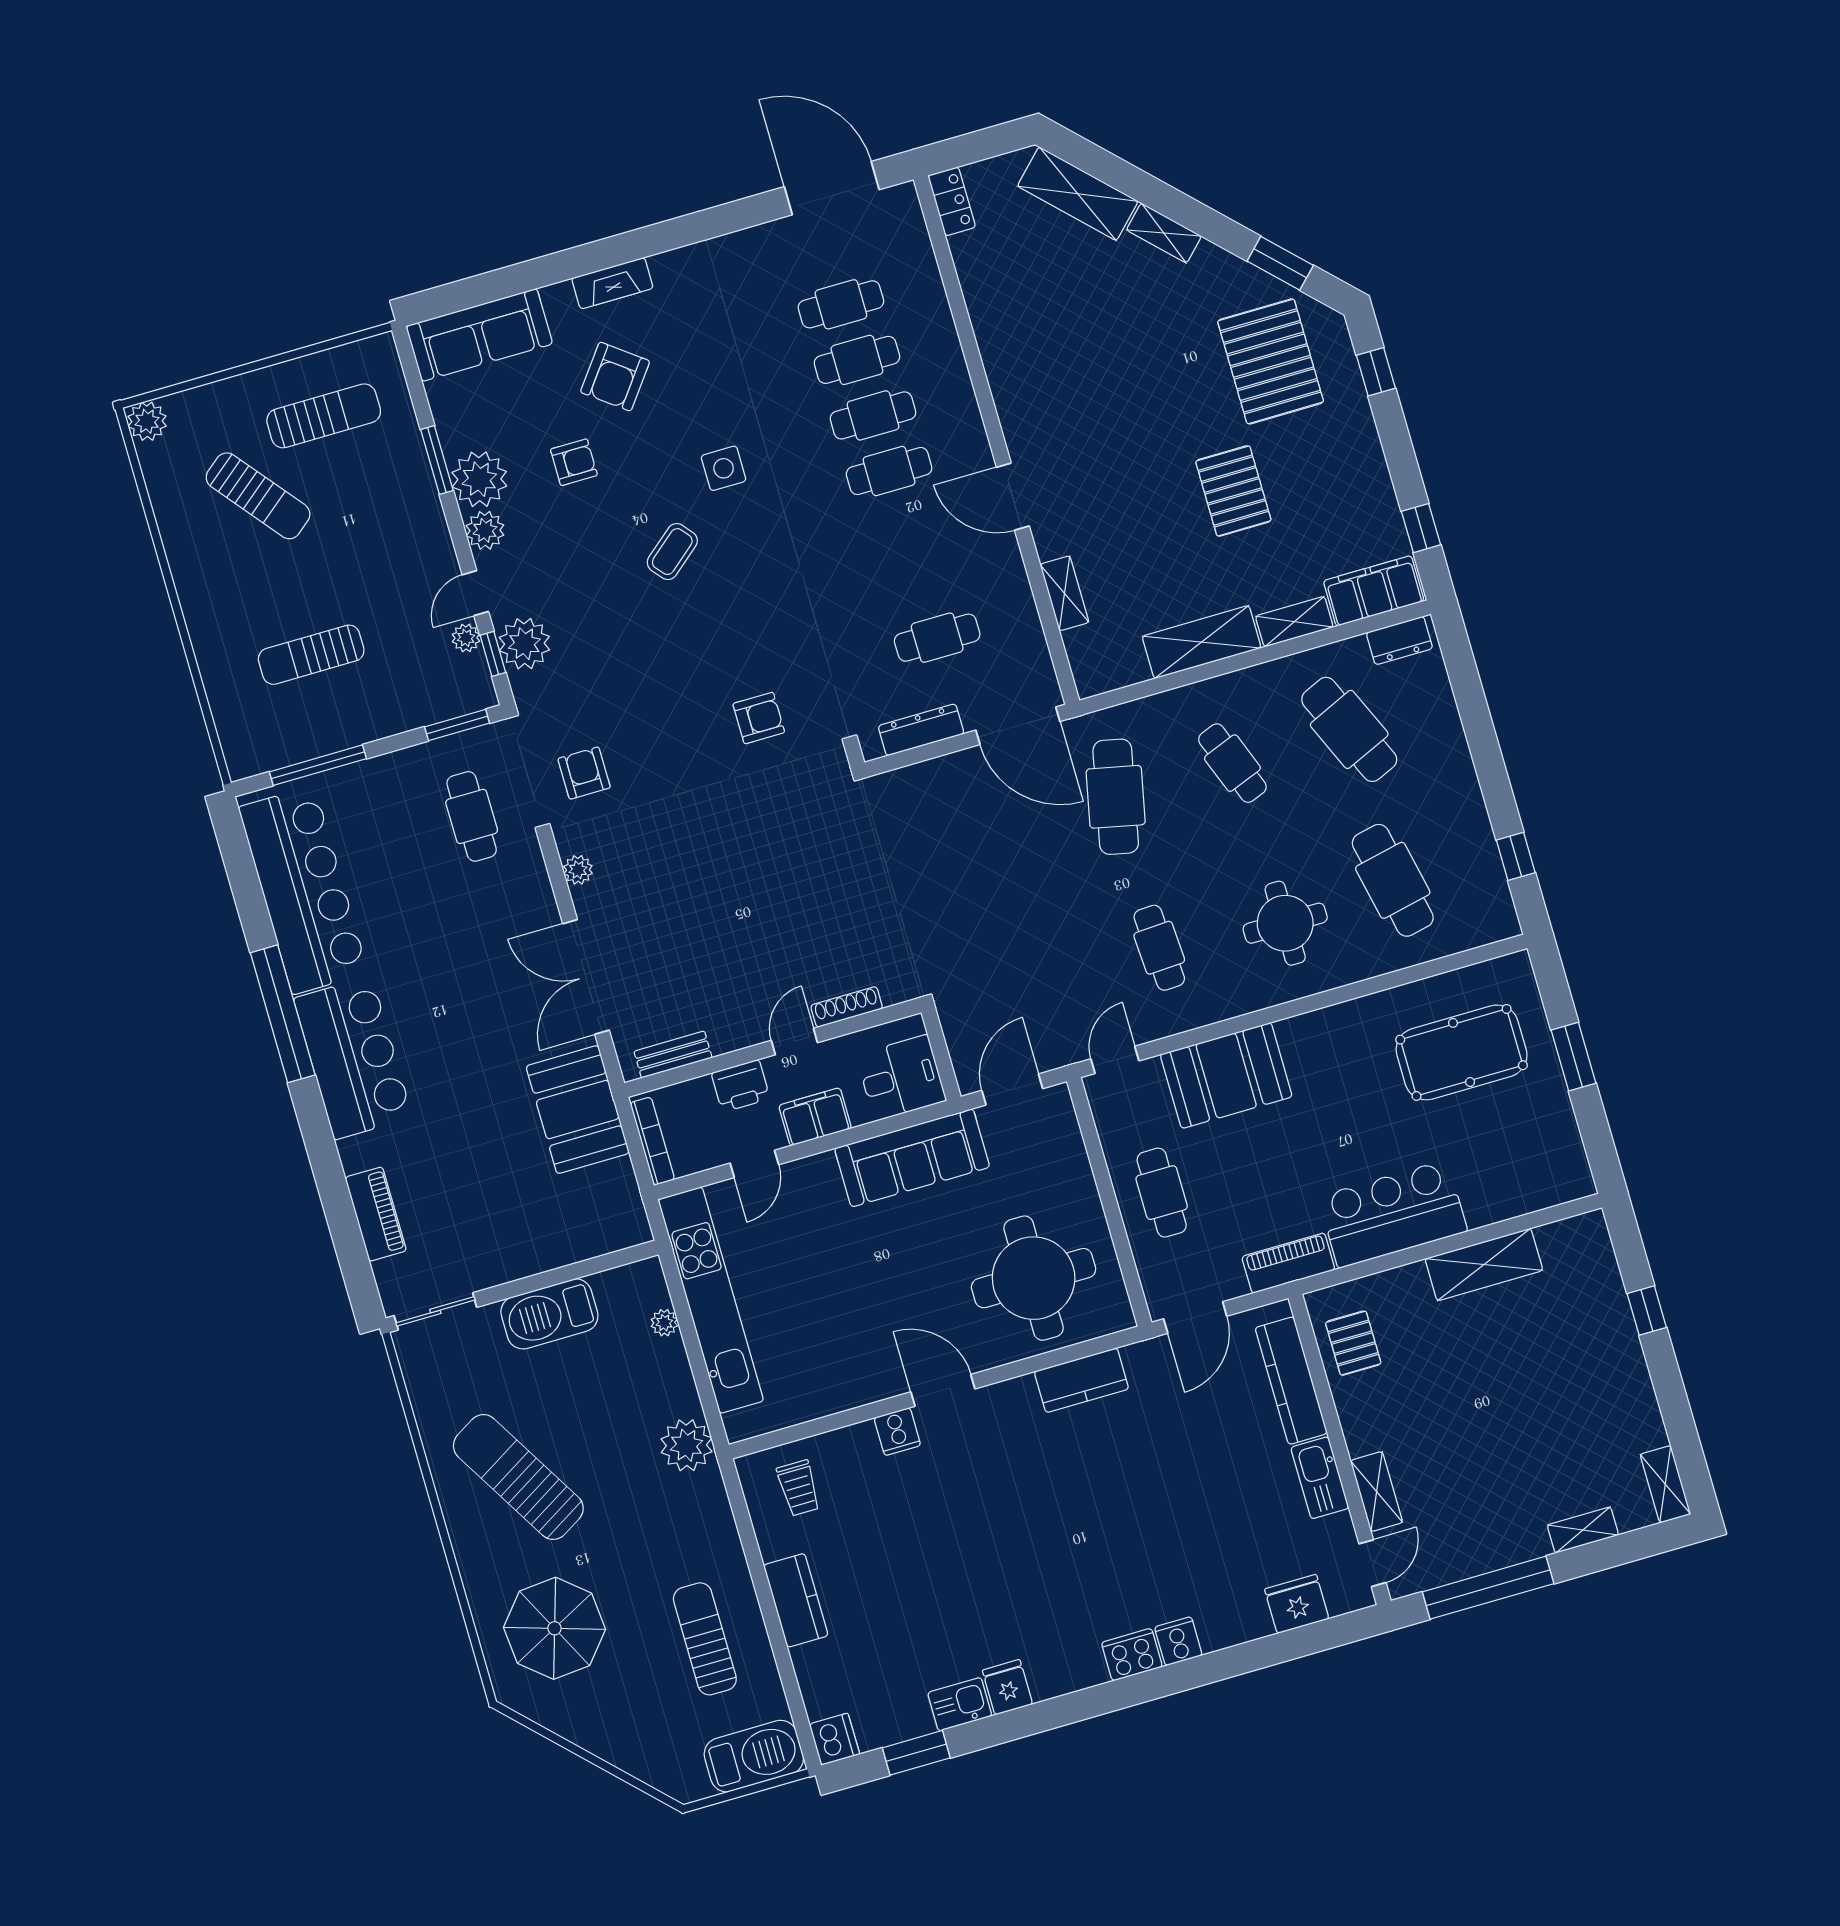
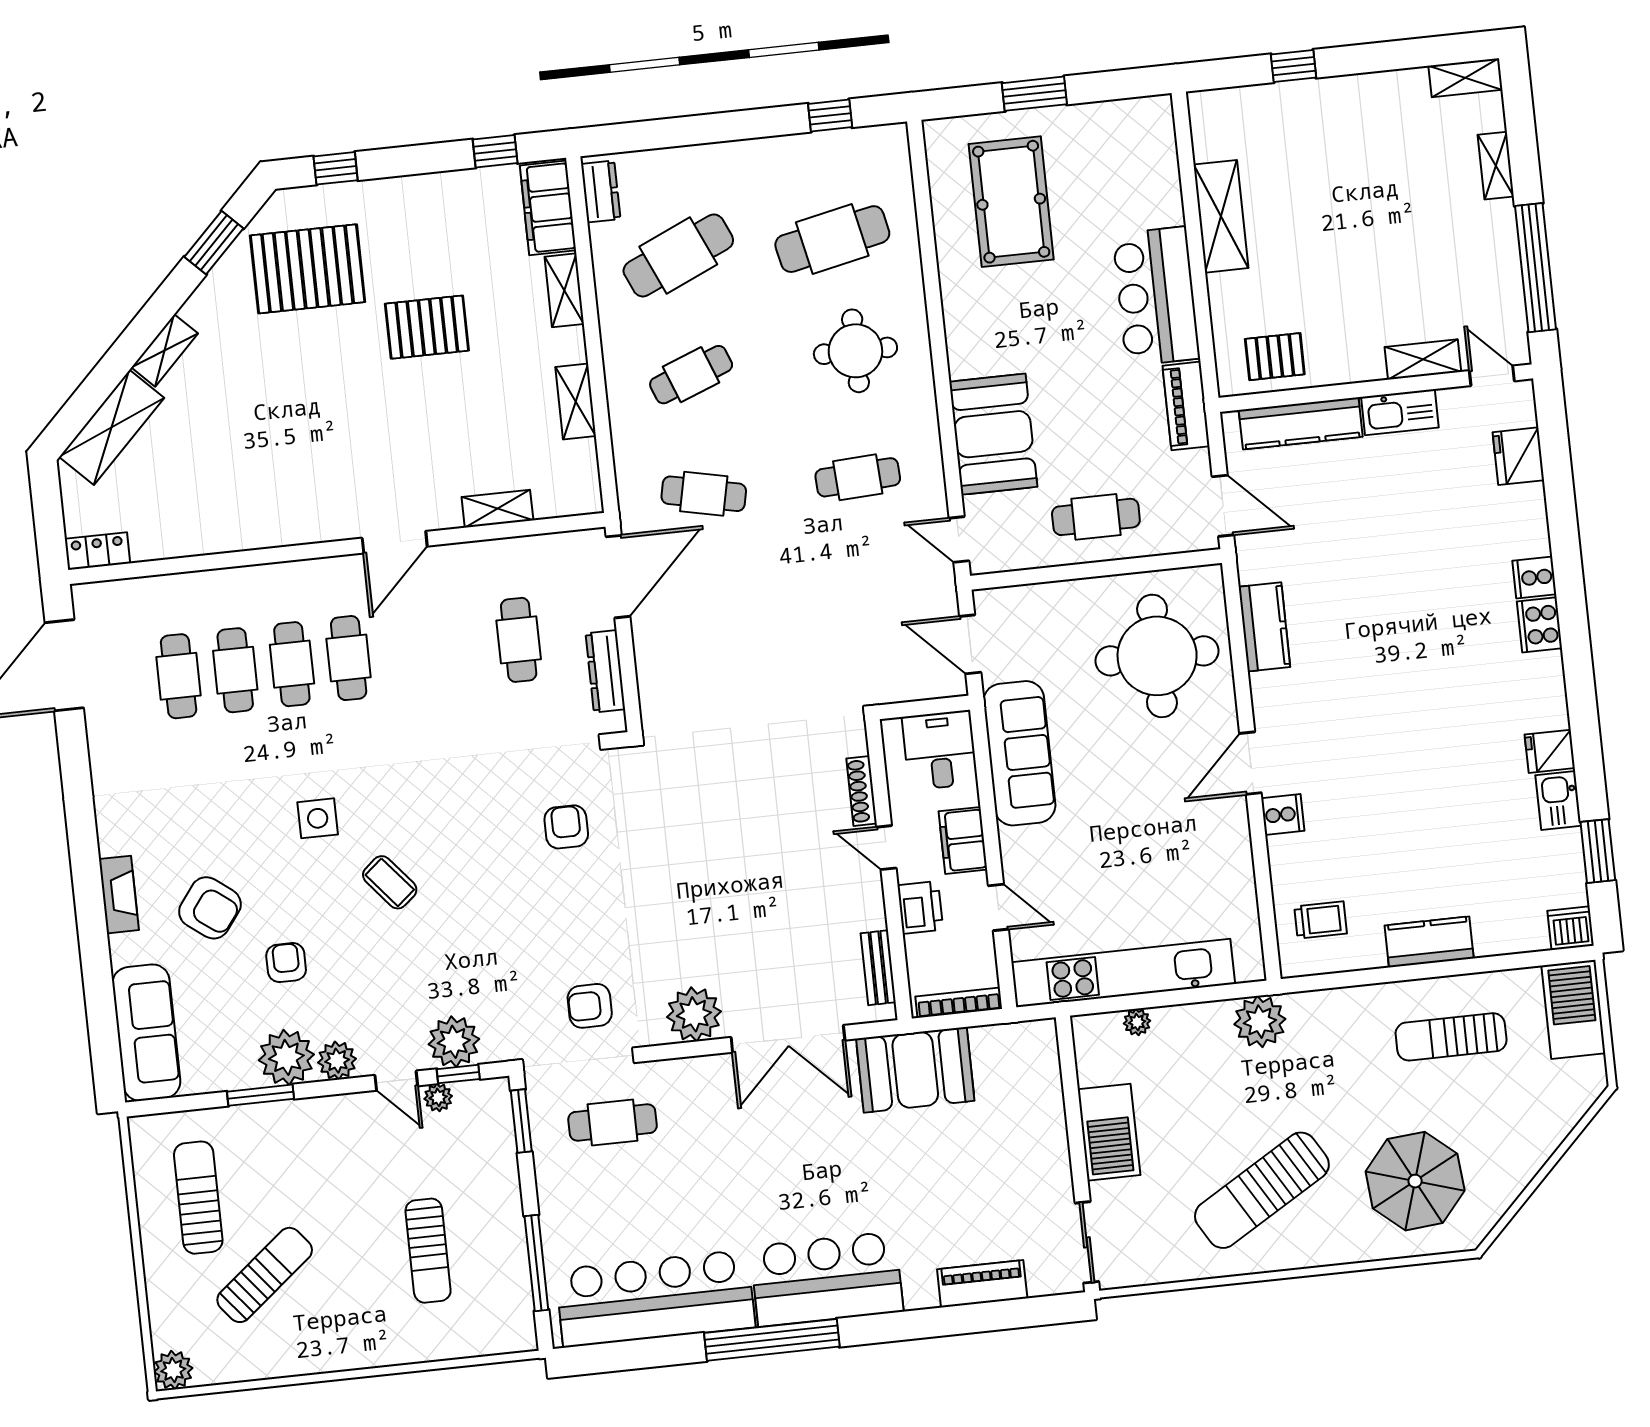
shelving: (1202, 642) -> (576, 401), width x0.67, depth x0.75
cafe table: (1116, 797) -> (704, 494), width x0.73, depth x0.74
plant: (578, 870) -> (694, 1014), width x1.87, depth x1.87

